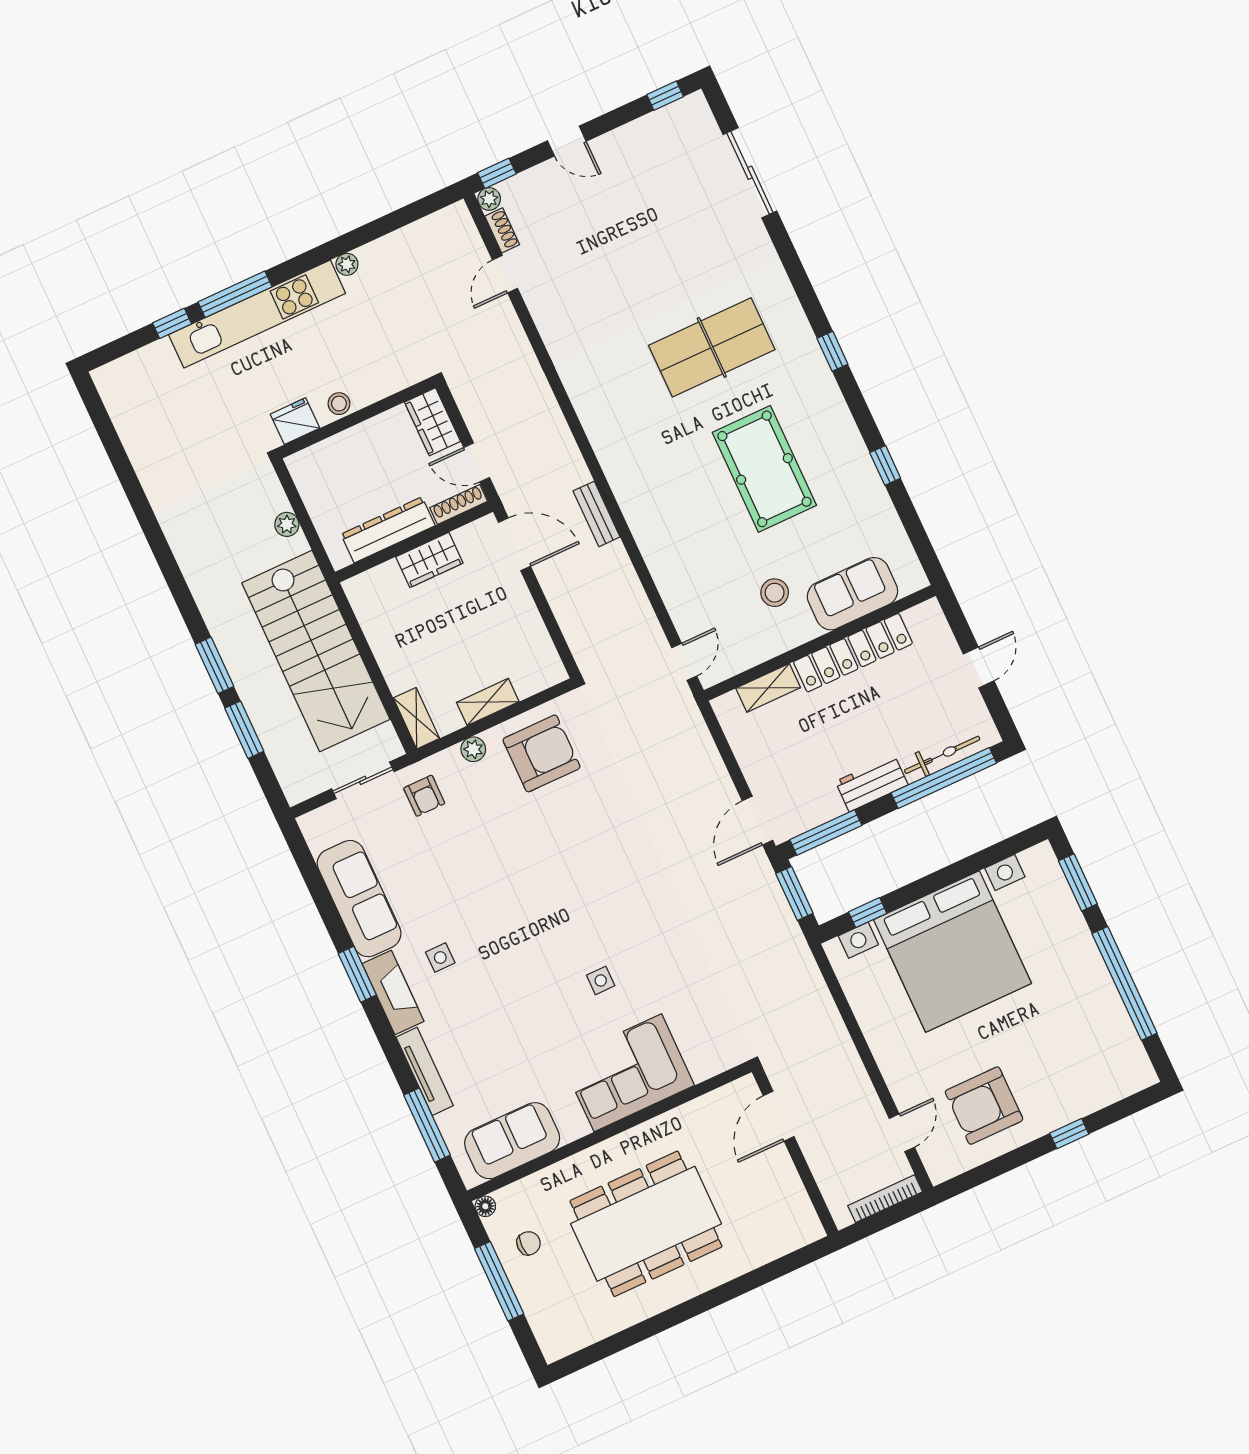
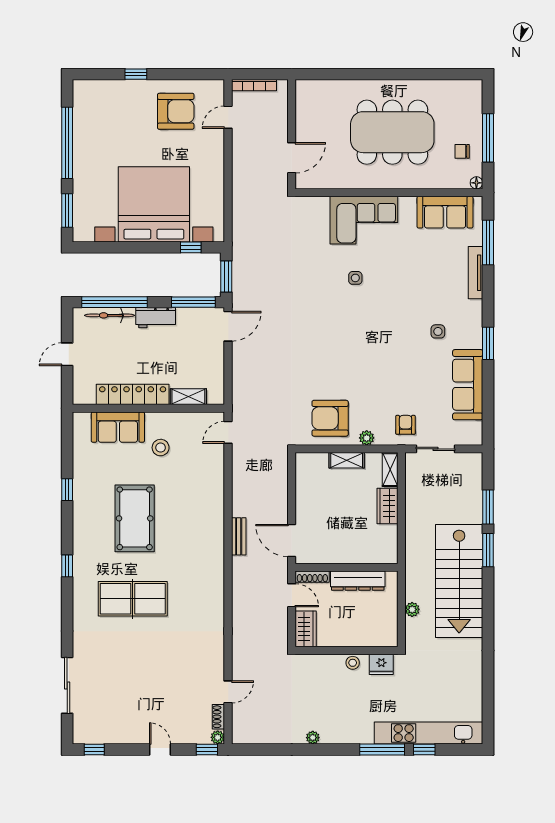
kitchen unit: (257, 314) -> (429, 733), moved
wardrobe: (429, 560) -> (387, 506), moved, turned -90
stairs: (316, 651) -> (459, 581), moved, turned 180
fireplace: (393, 992) -> (473, 324), removed

